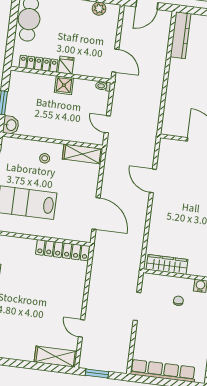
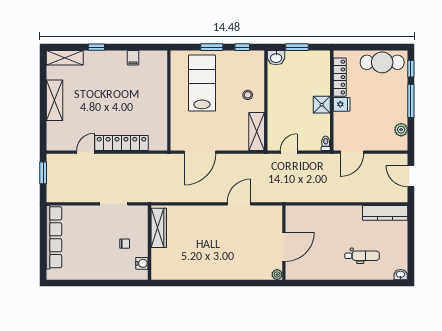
locker: (63, 250) -> (121, 143), moved, turned 90
shelving: (56, 357) -> (55, 100), moved

